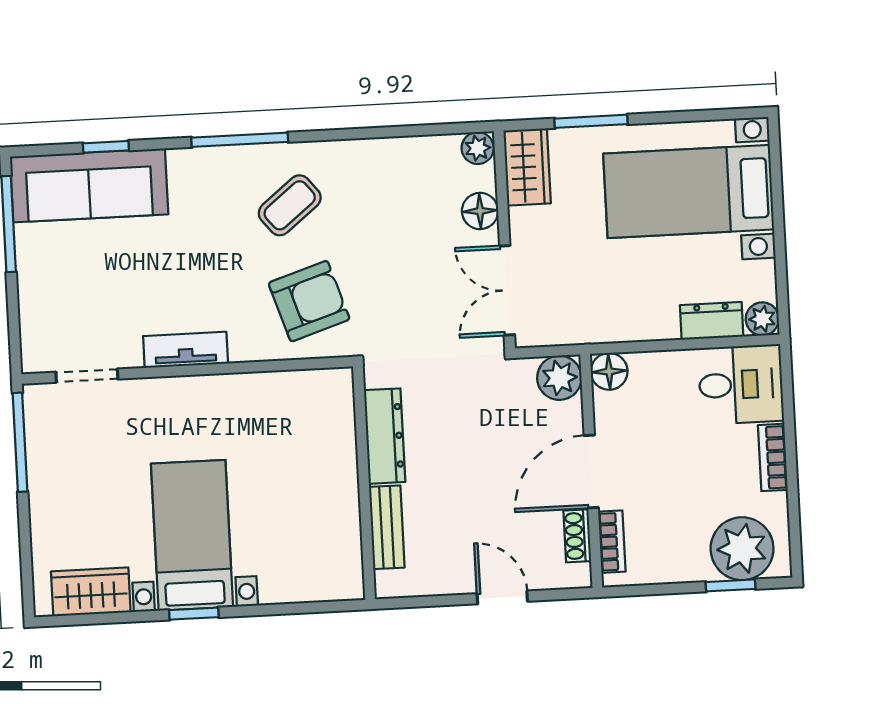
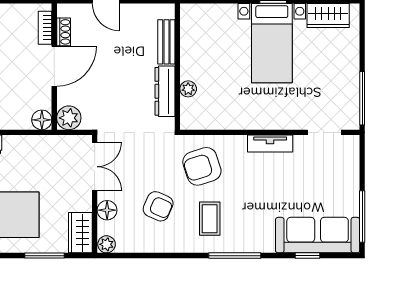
coffee table: (290, 205) -> (210, 219), turned -51
armchair: (386, 223) -> (158, 206), added
plant: (342, 443) -> (188, 89), added

